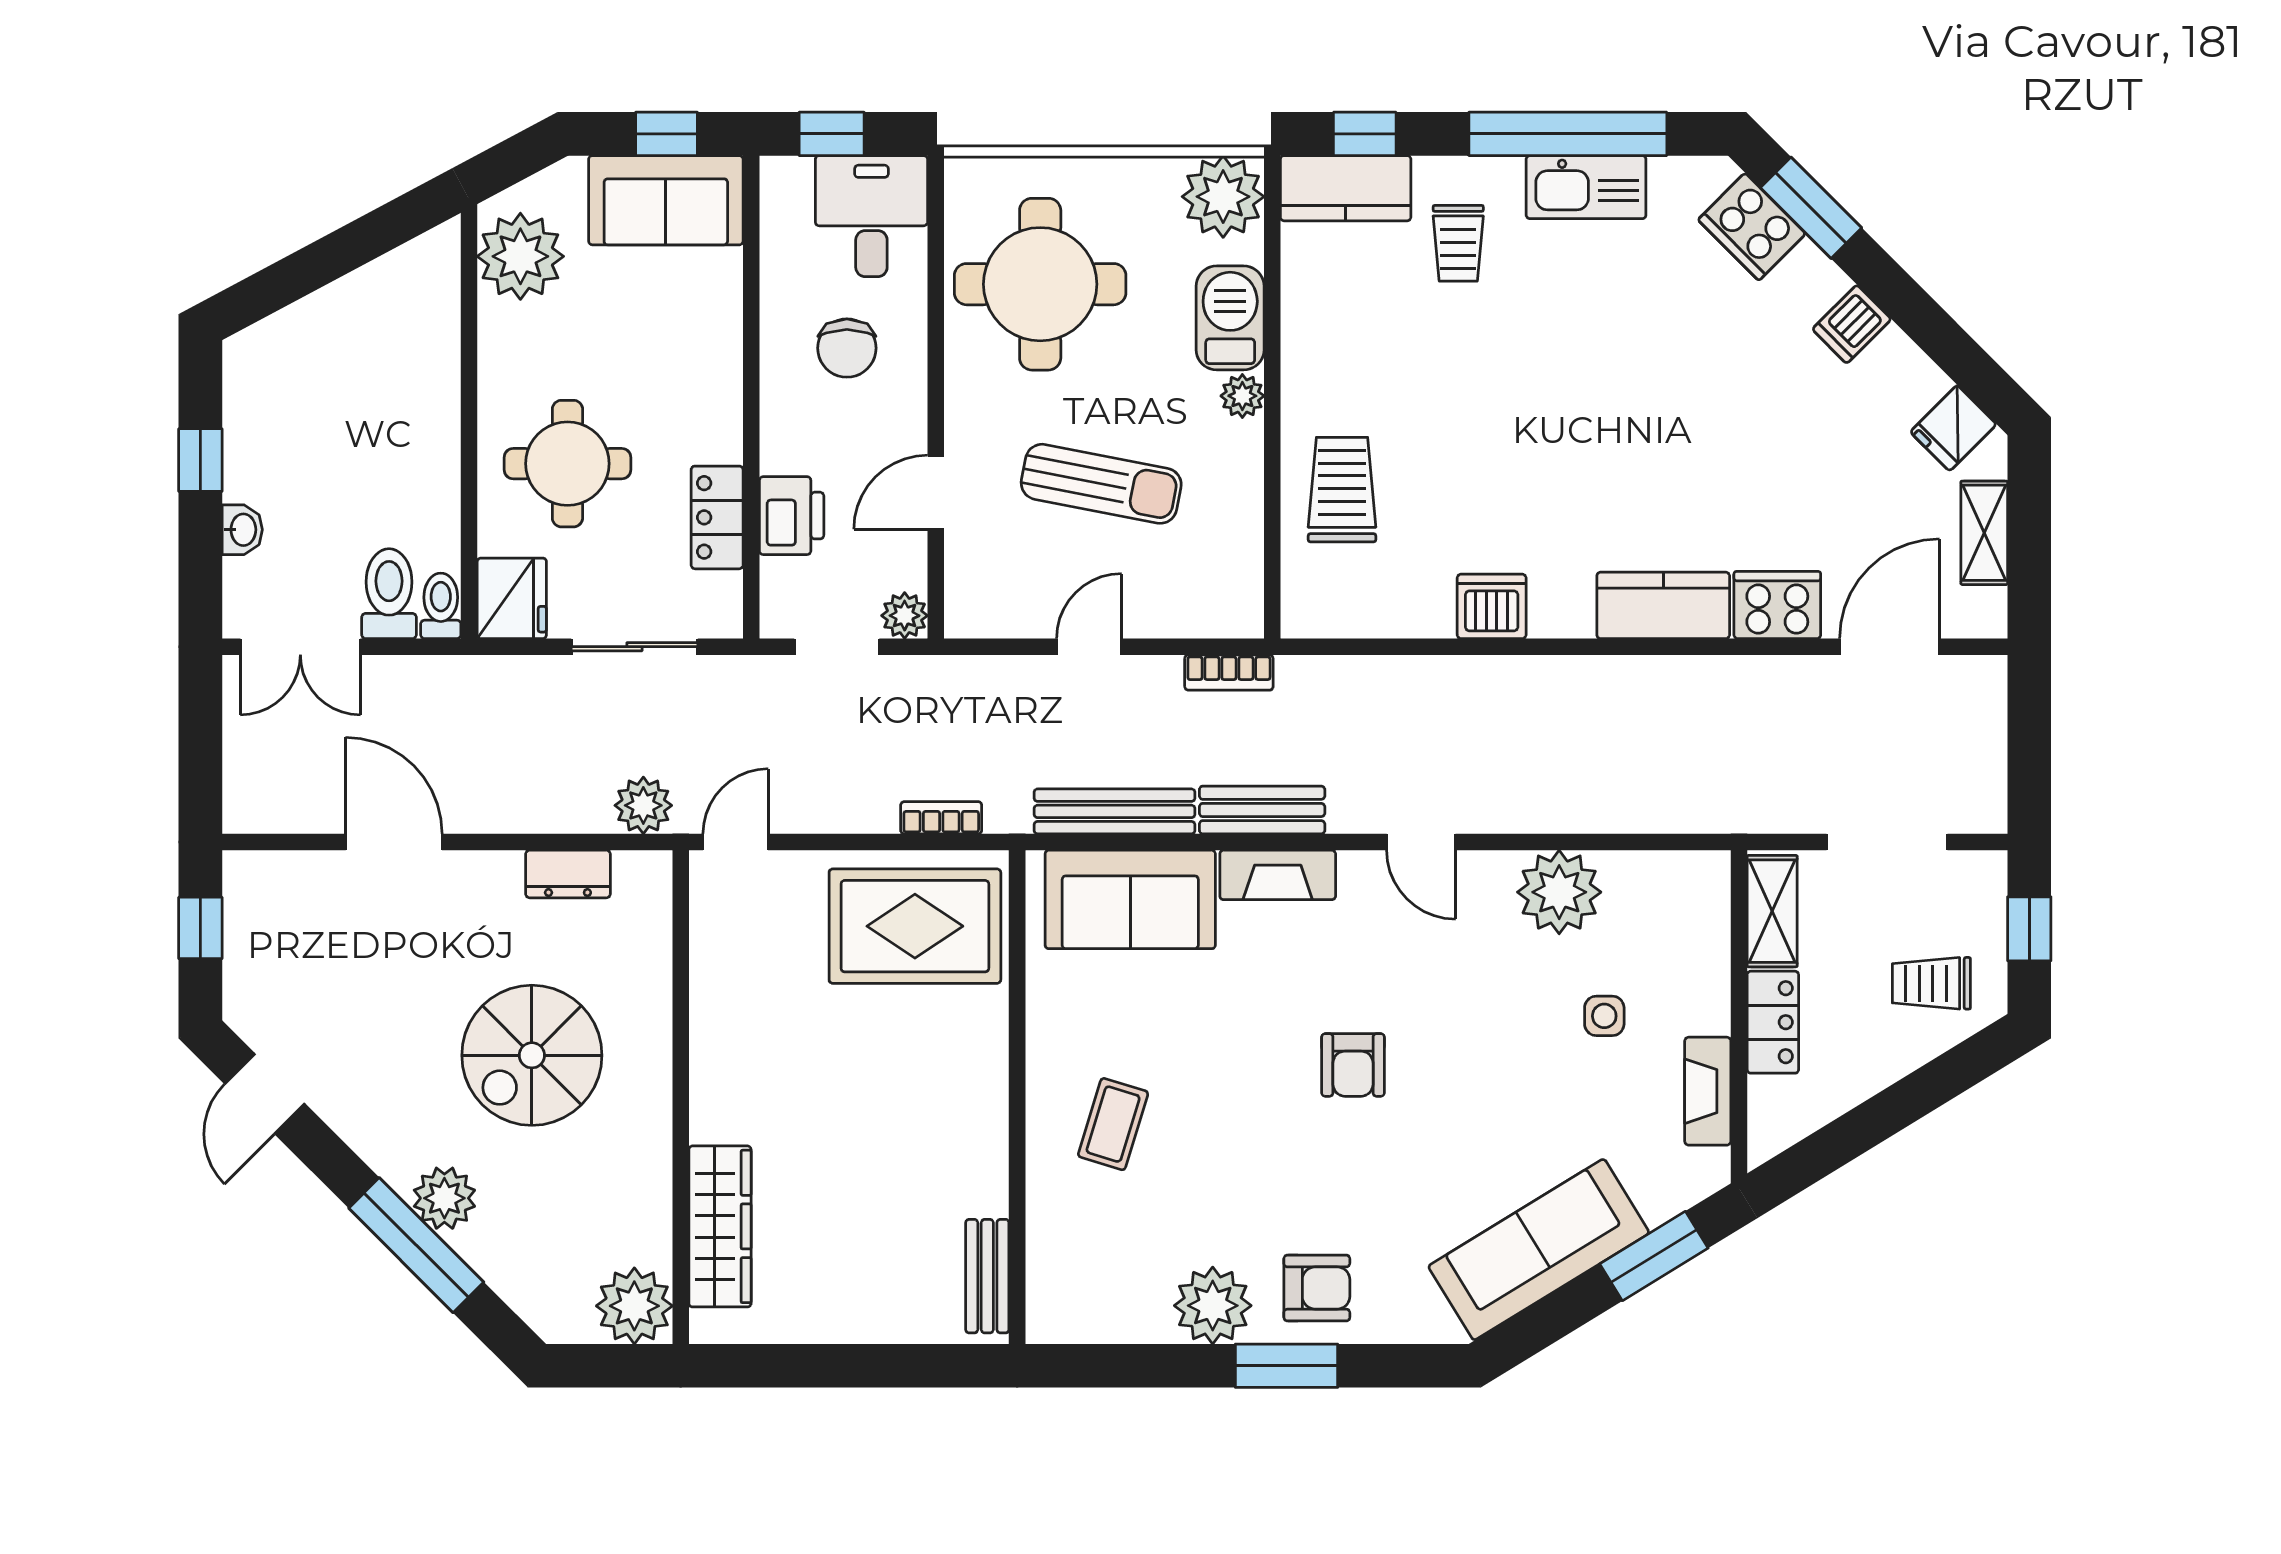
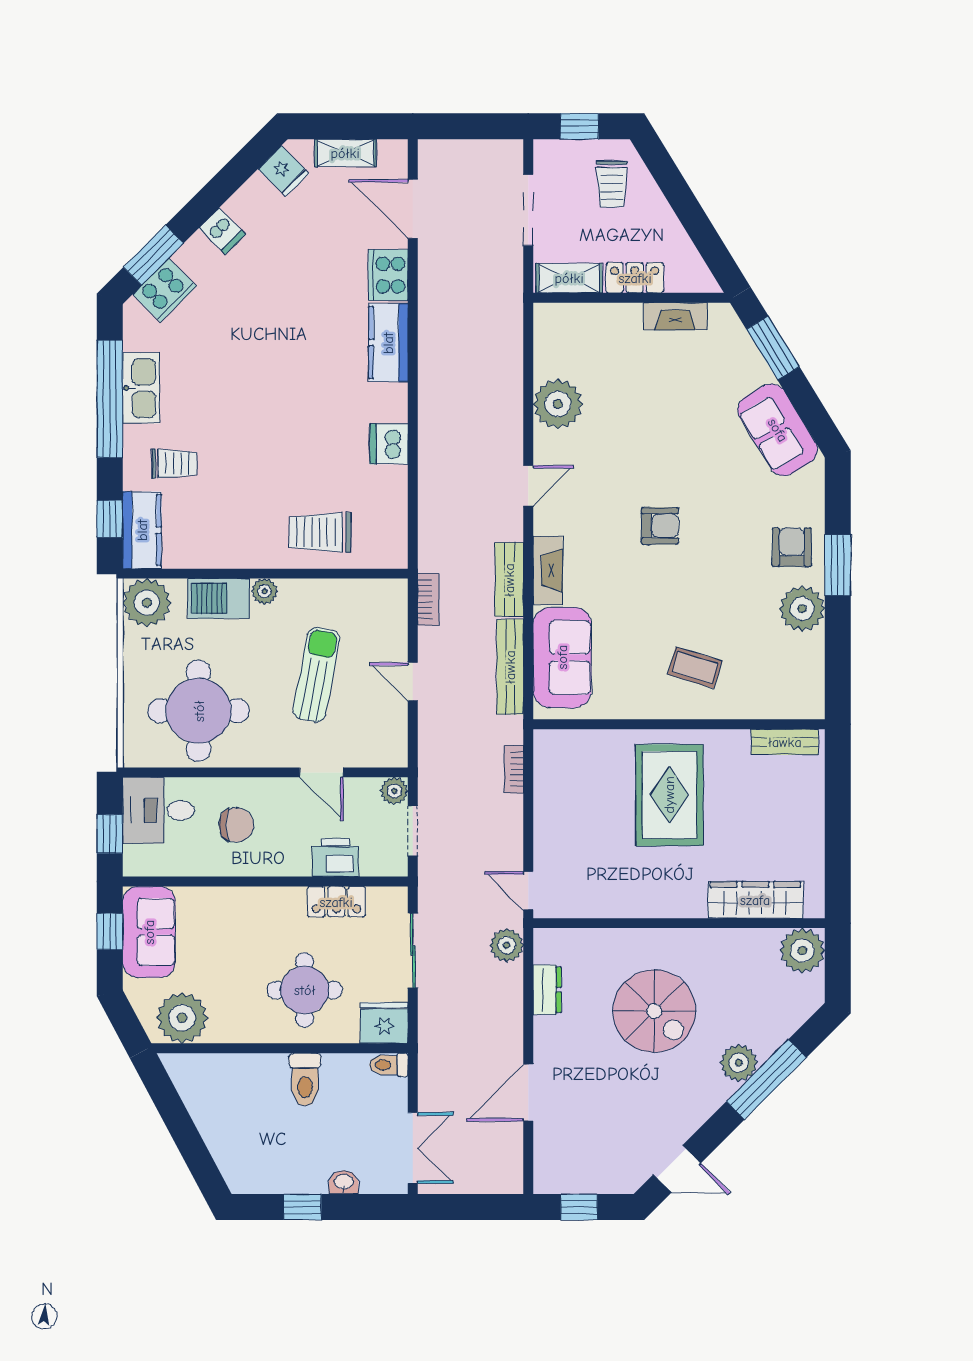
toilet: (389, 594) -> (305, 1080), moved, turned -90
rug: (915, 926) -> (669, 795), moved
side table: (1604, 1016) -> (631, 377), removed
sofa: (1539, 1250) -> (778, 430), width x0.73

